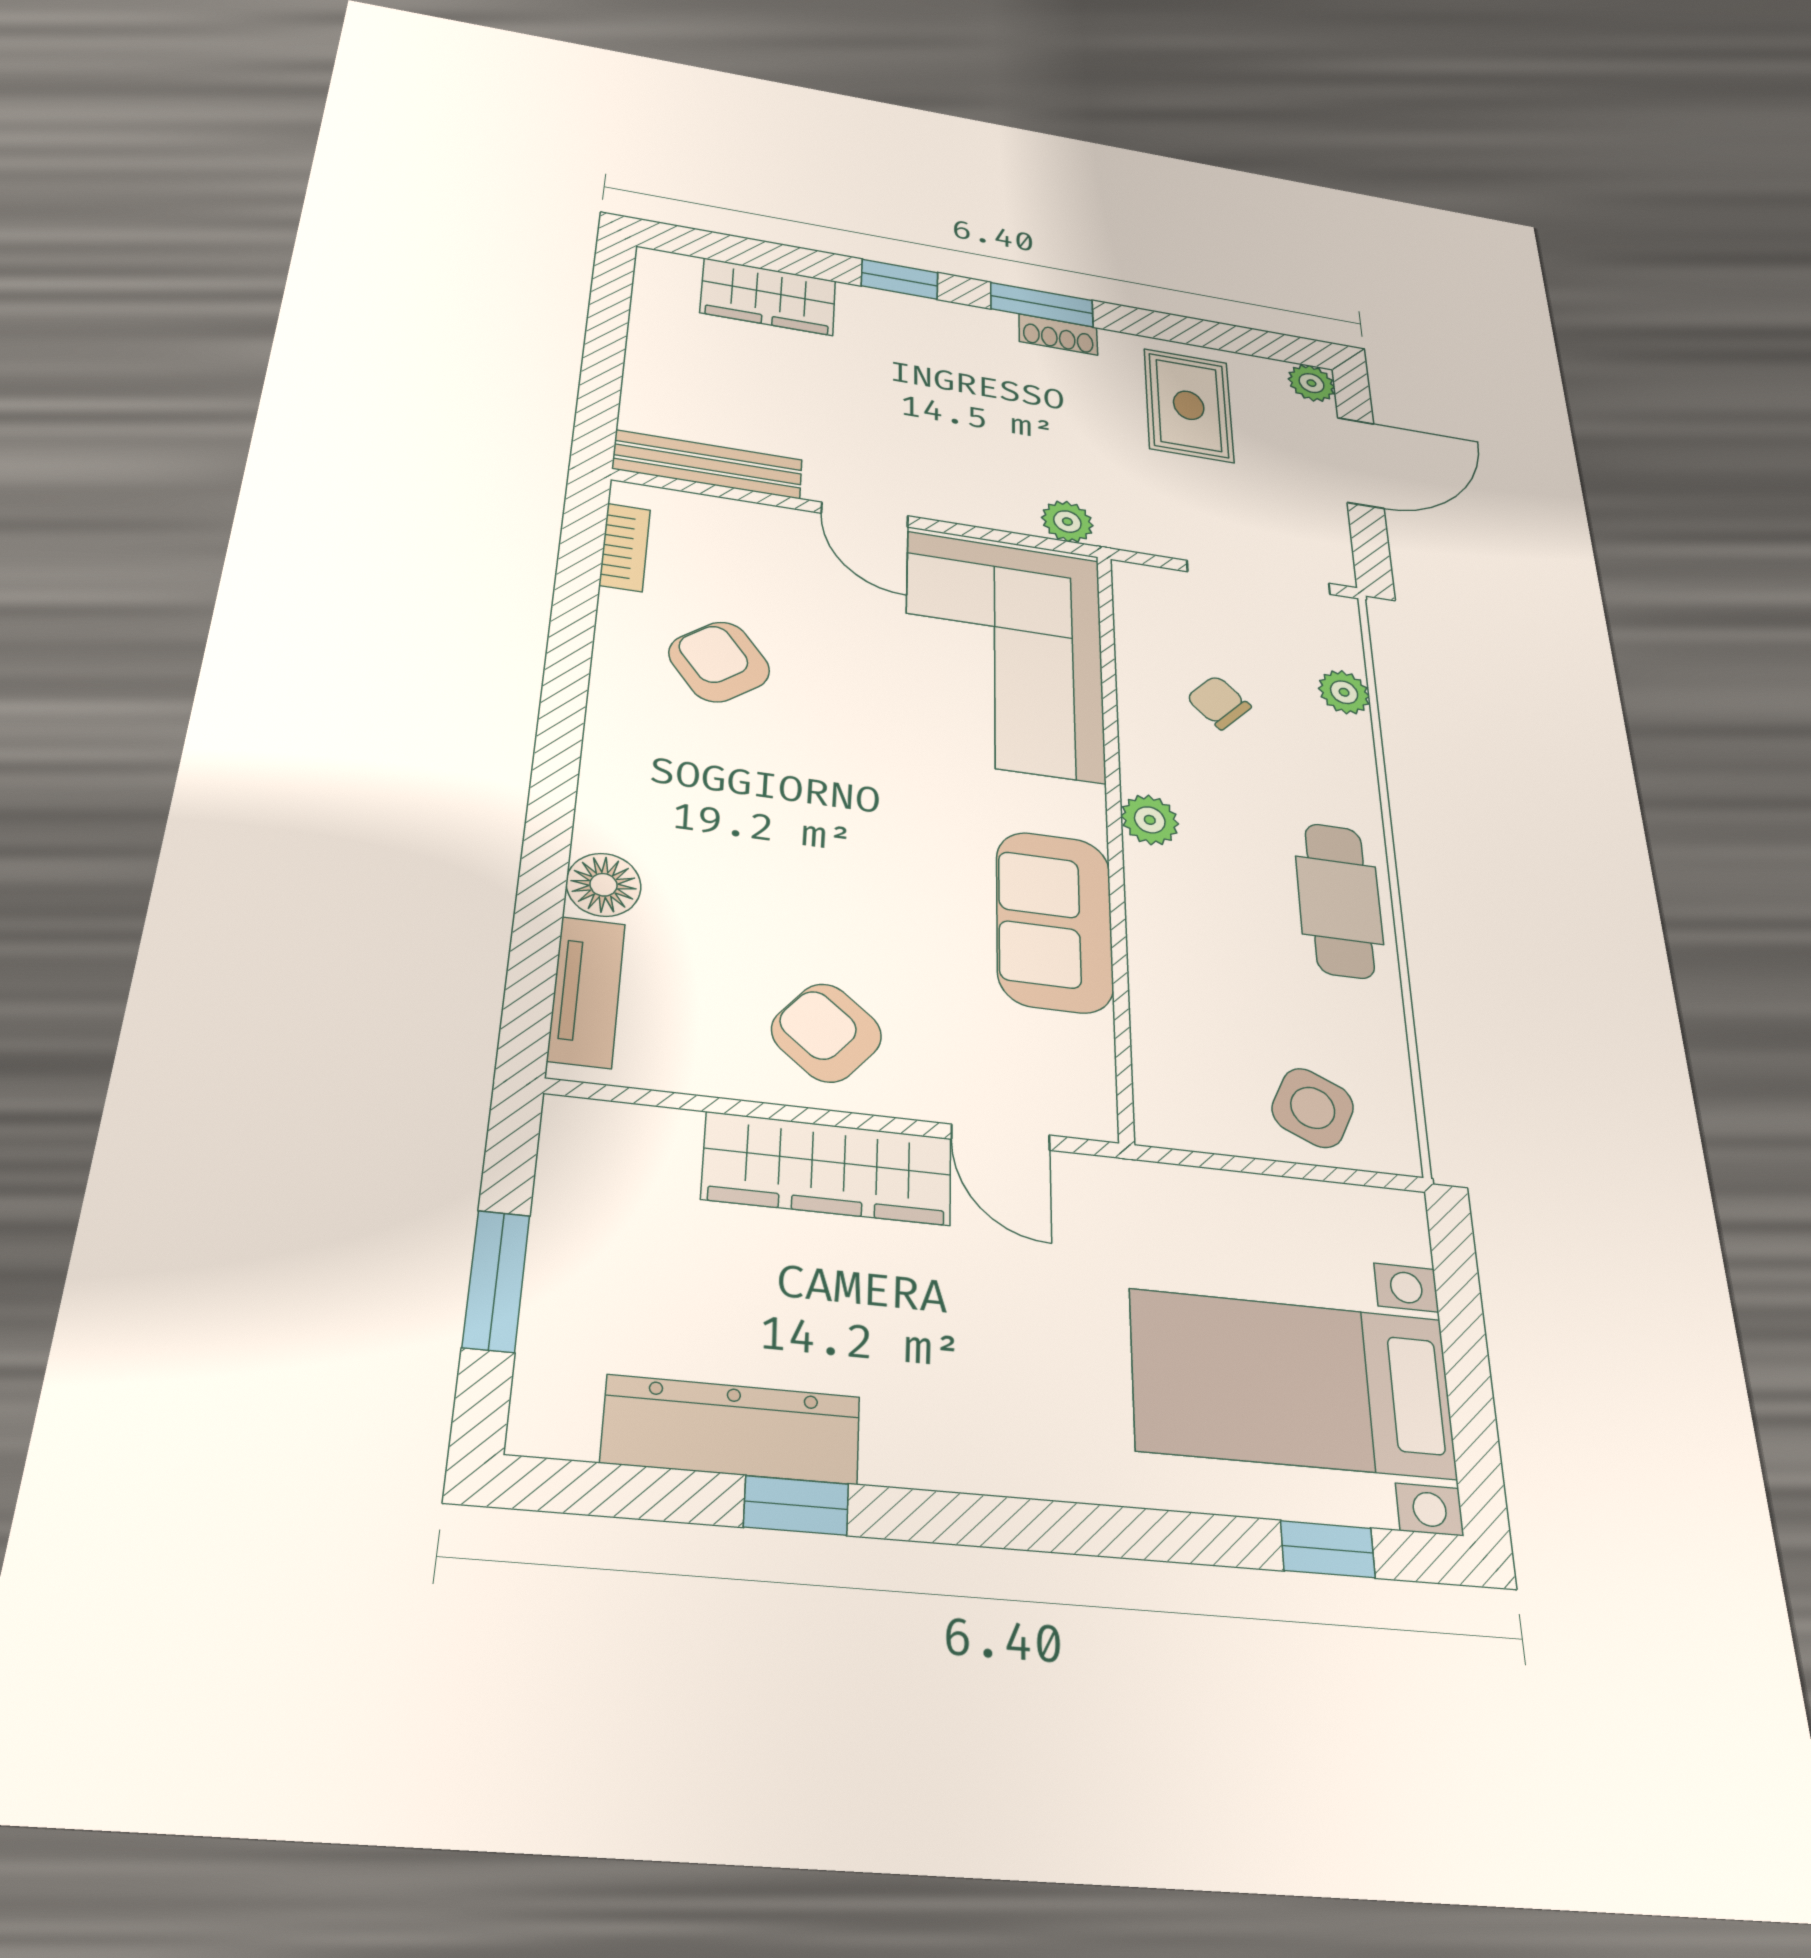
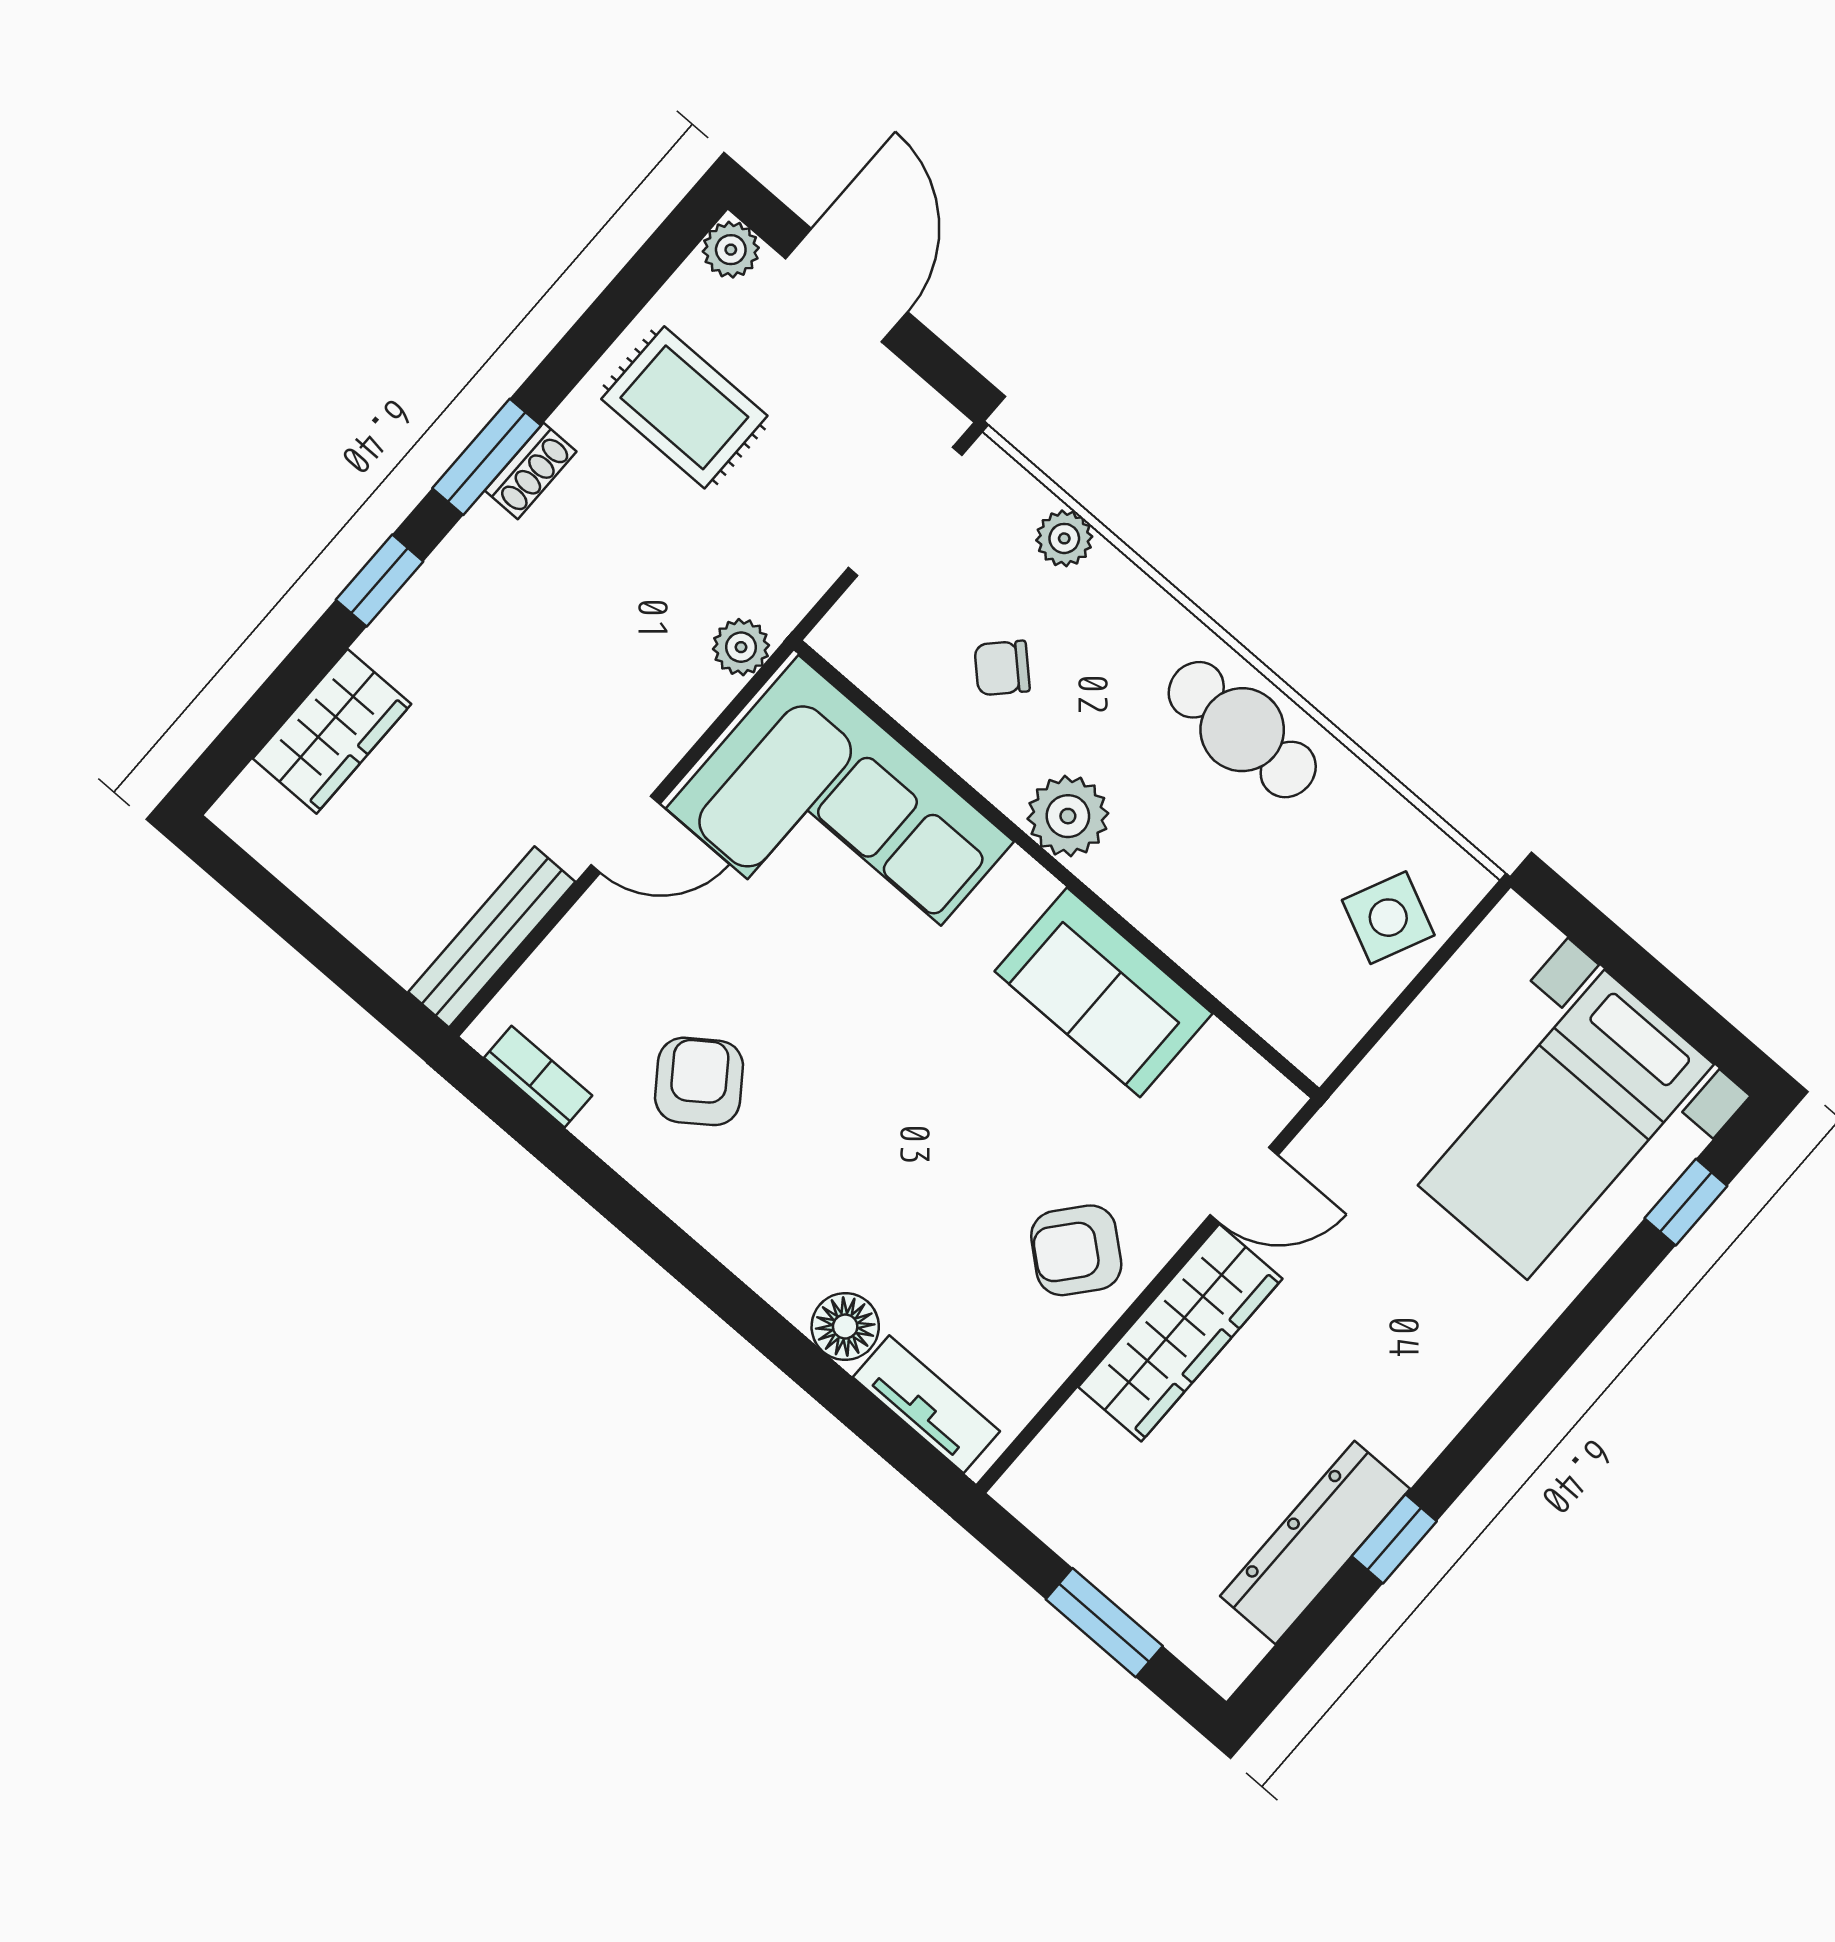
armchair: (719, 662) -> (699, 1081), turned 91
plant: (1150, 820) -> (1068, 816), width x1.38, depth x1.38

